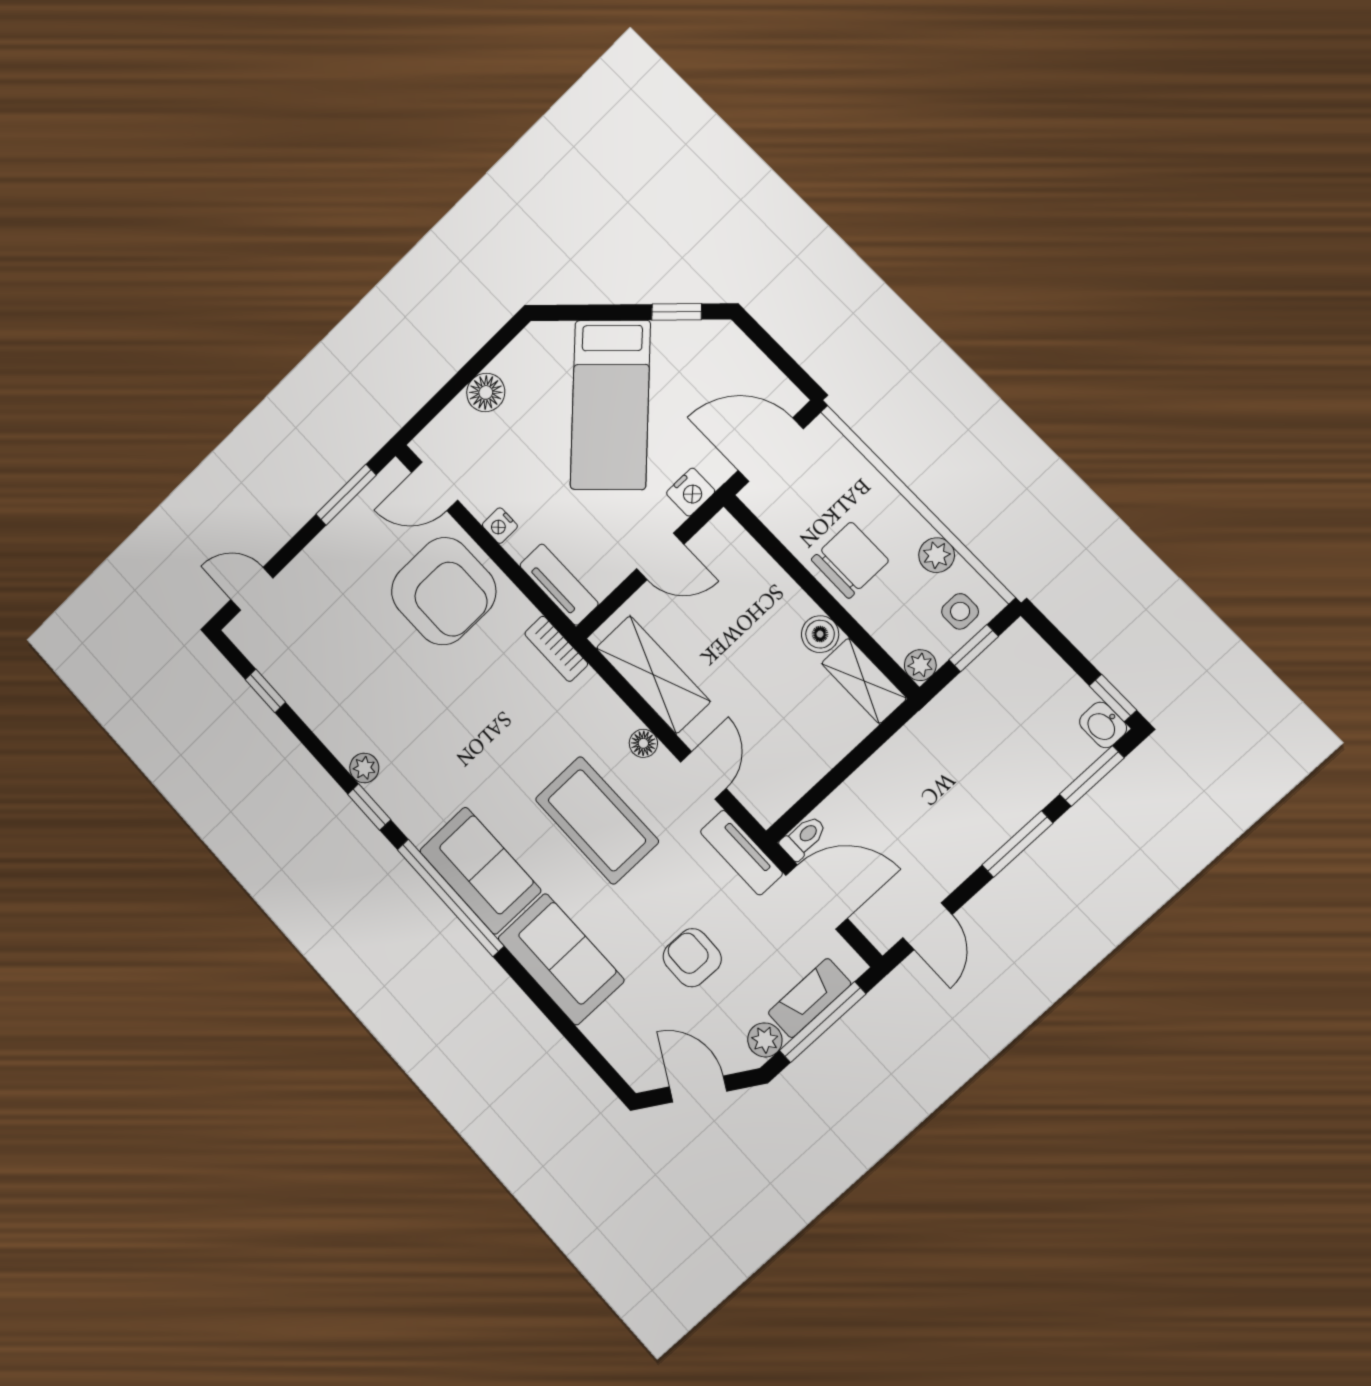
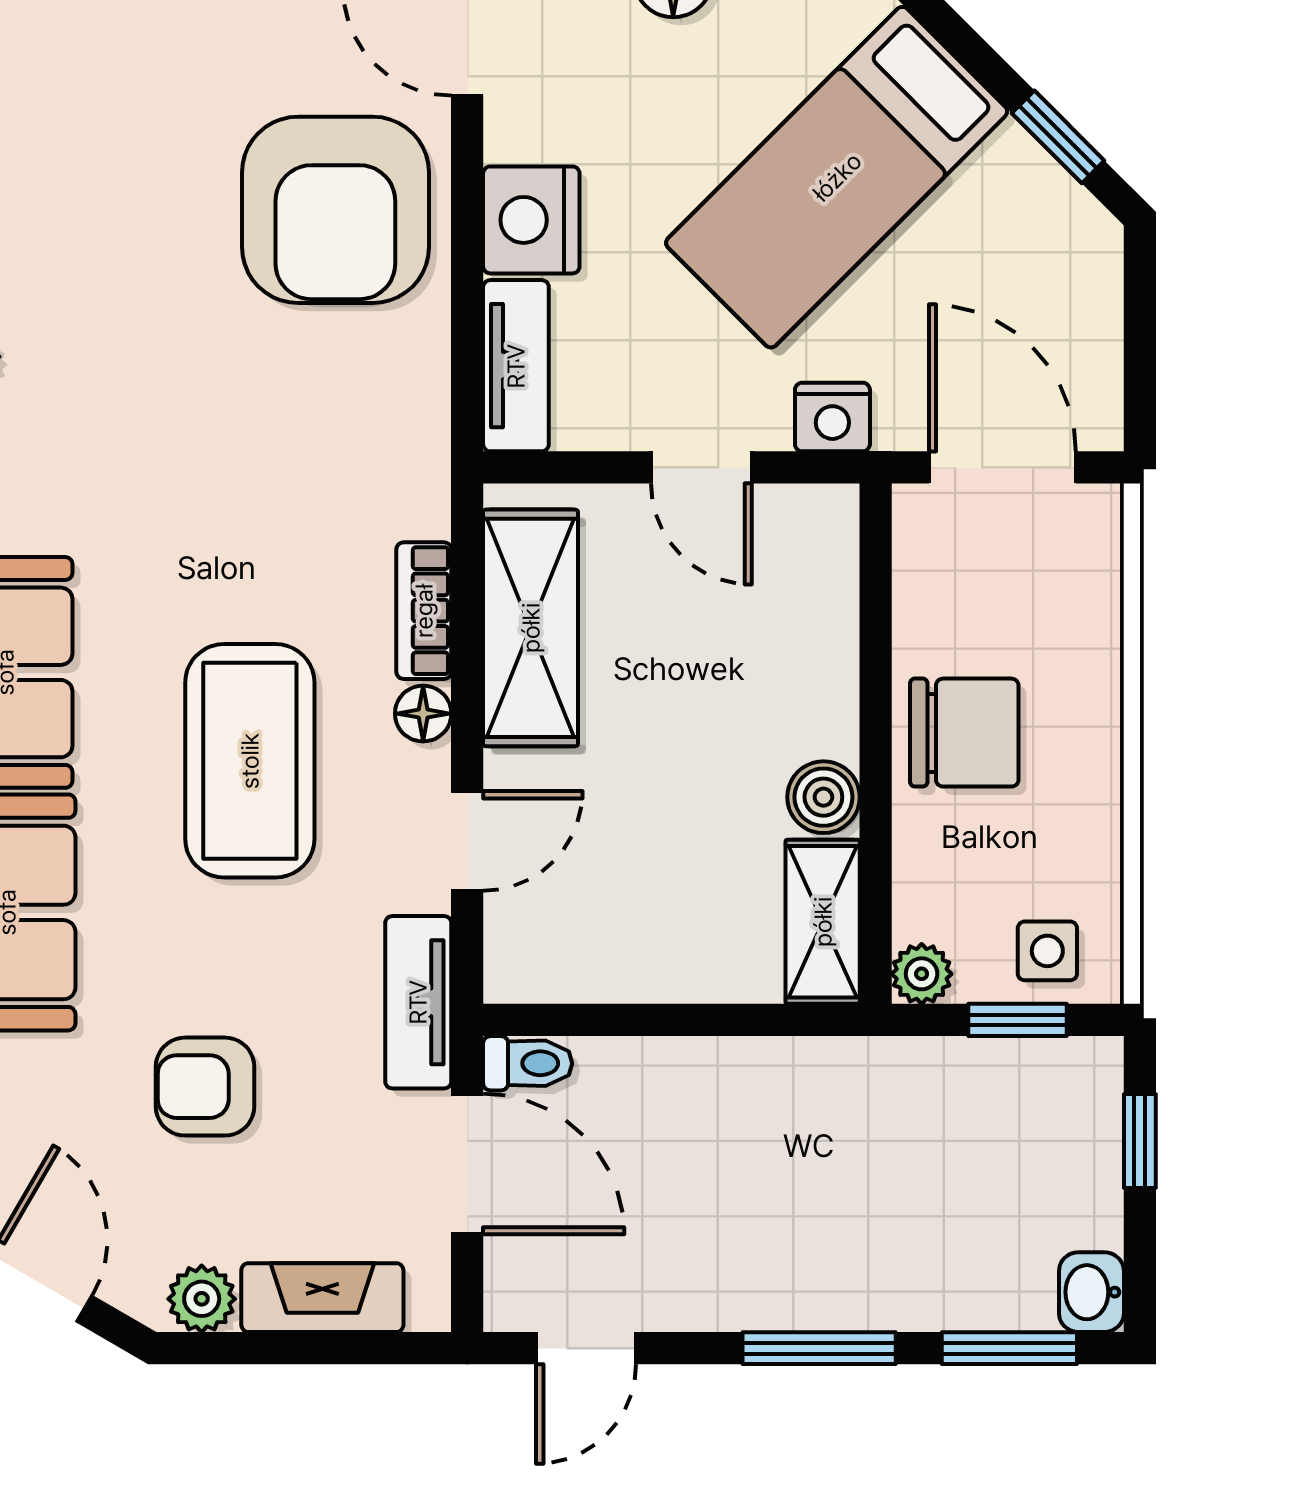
nightstand: (500, 526) -> (531, 220), width x1.89, depth x1.79
plant: (937, 555) -> (1090, 841), removed
bookcase: (556, 649) -> (424, 611), moved
window: (1113, 698) -> (1140, 1141), moved
armchair: (692, 958) -> (205, 1087), turned -91
window: (823, 1022) -> (309, 1348), removed

